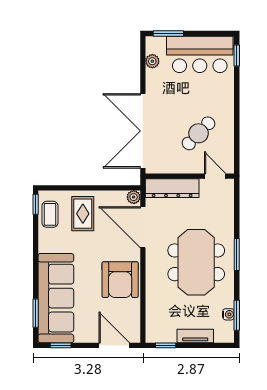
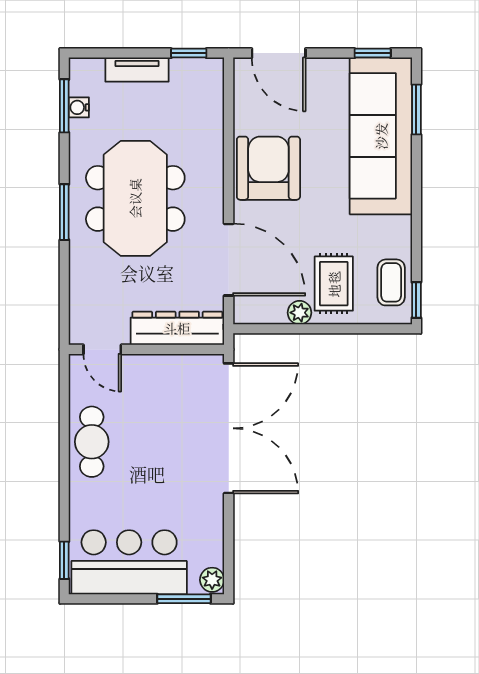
plant: (152, 61) -> (212, 580), moved
cafe table: (199, 133) -> (92, 442), moved, turned -44
plant: (134, 197) -> (300, 313), moved

